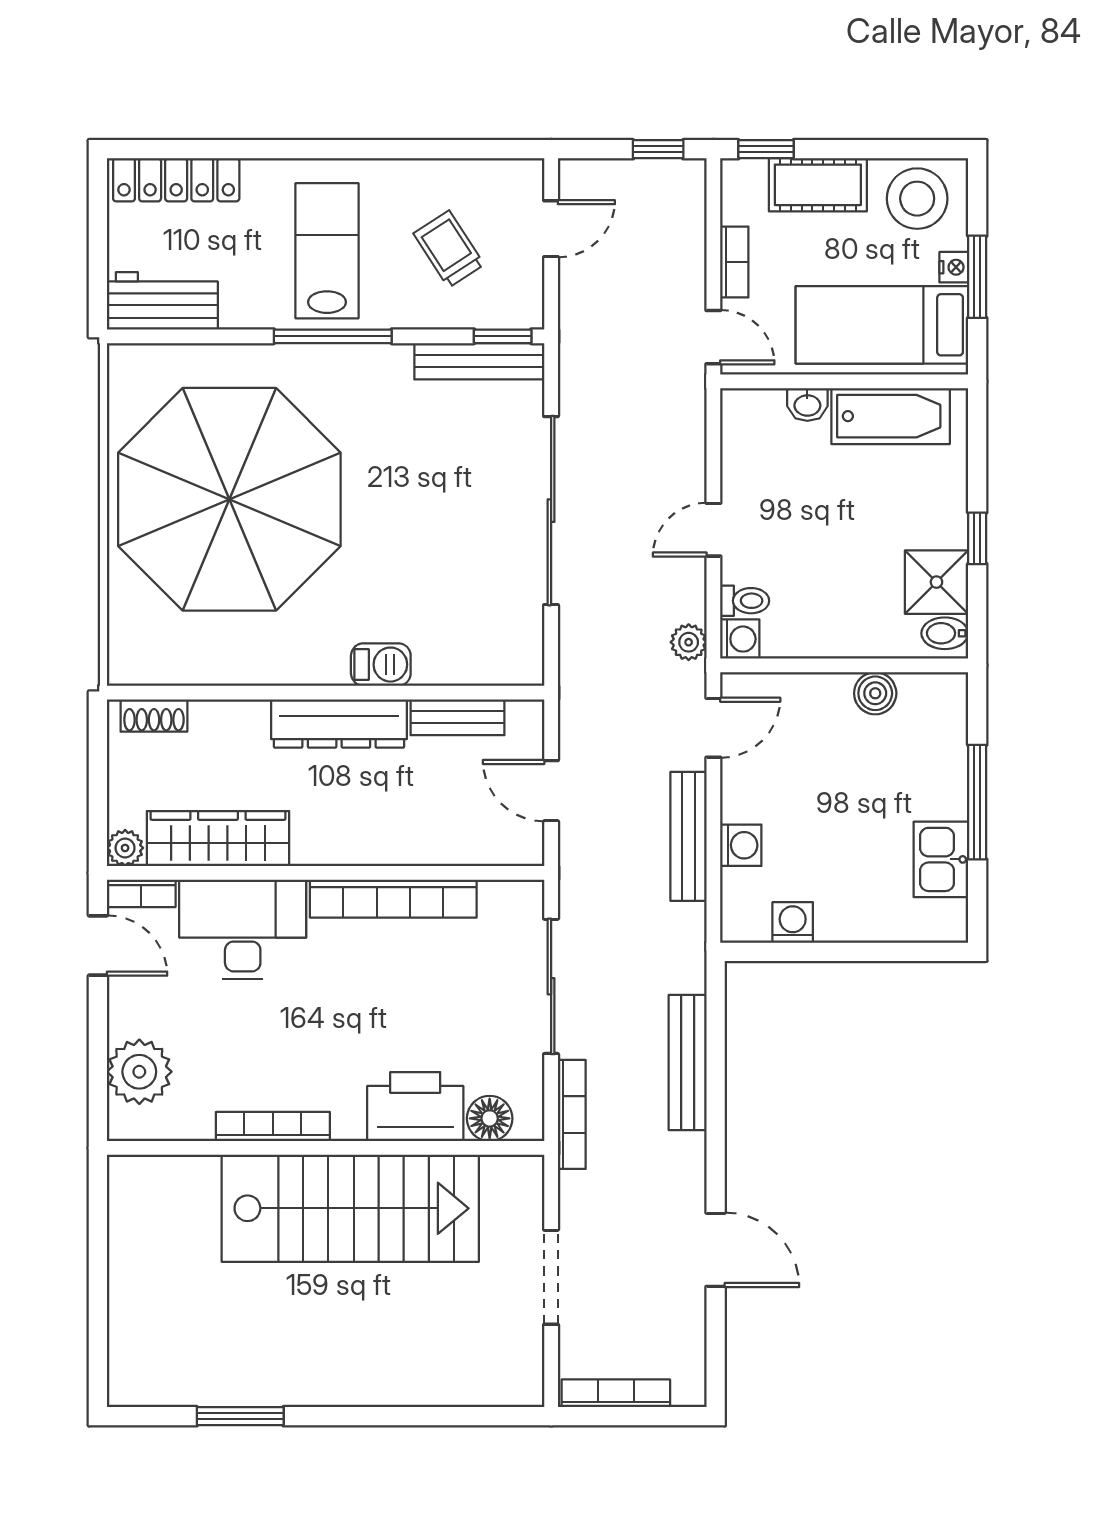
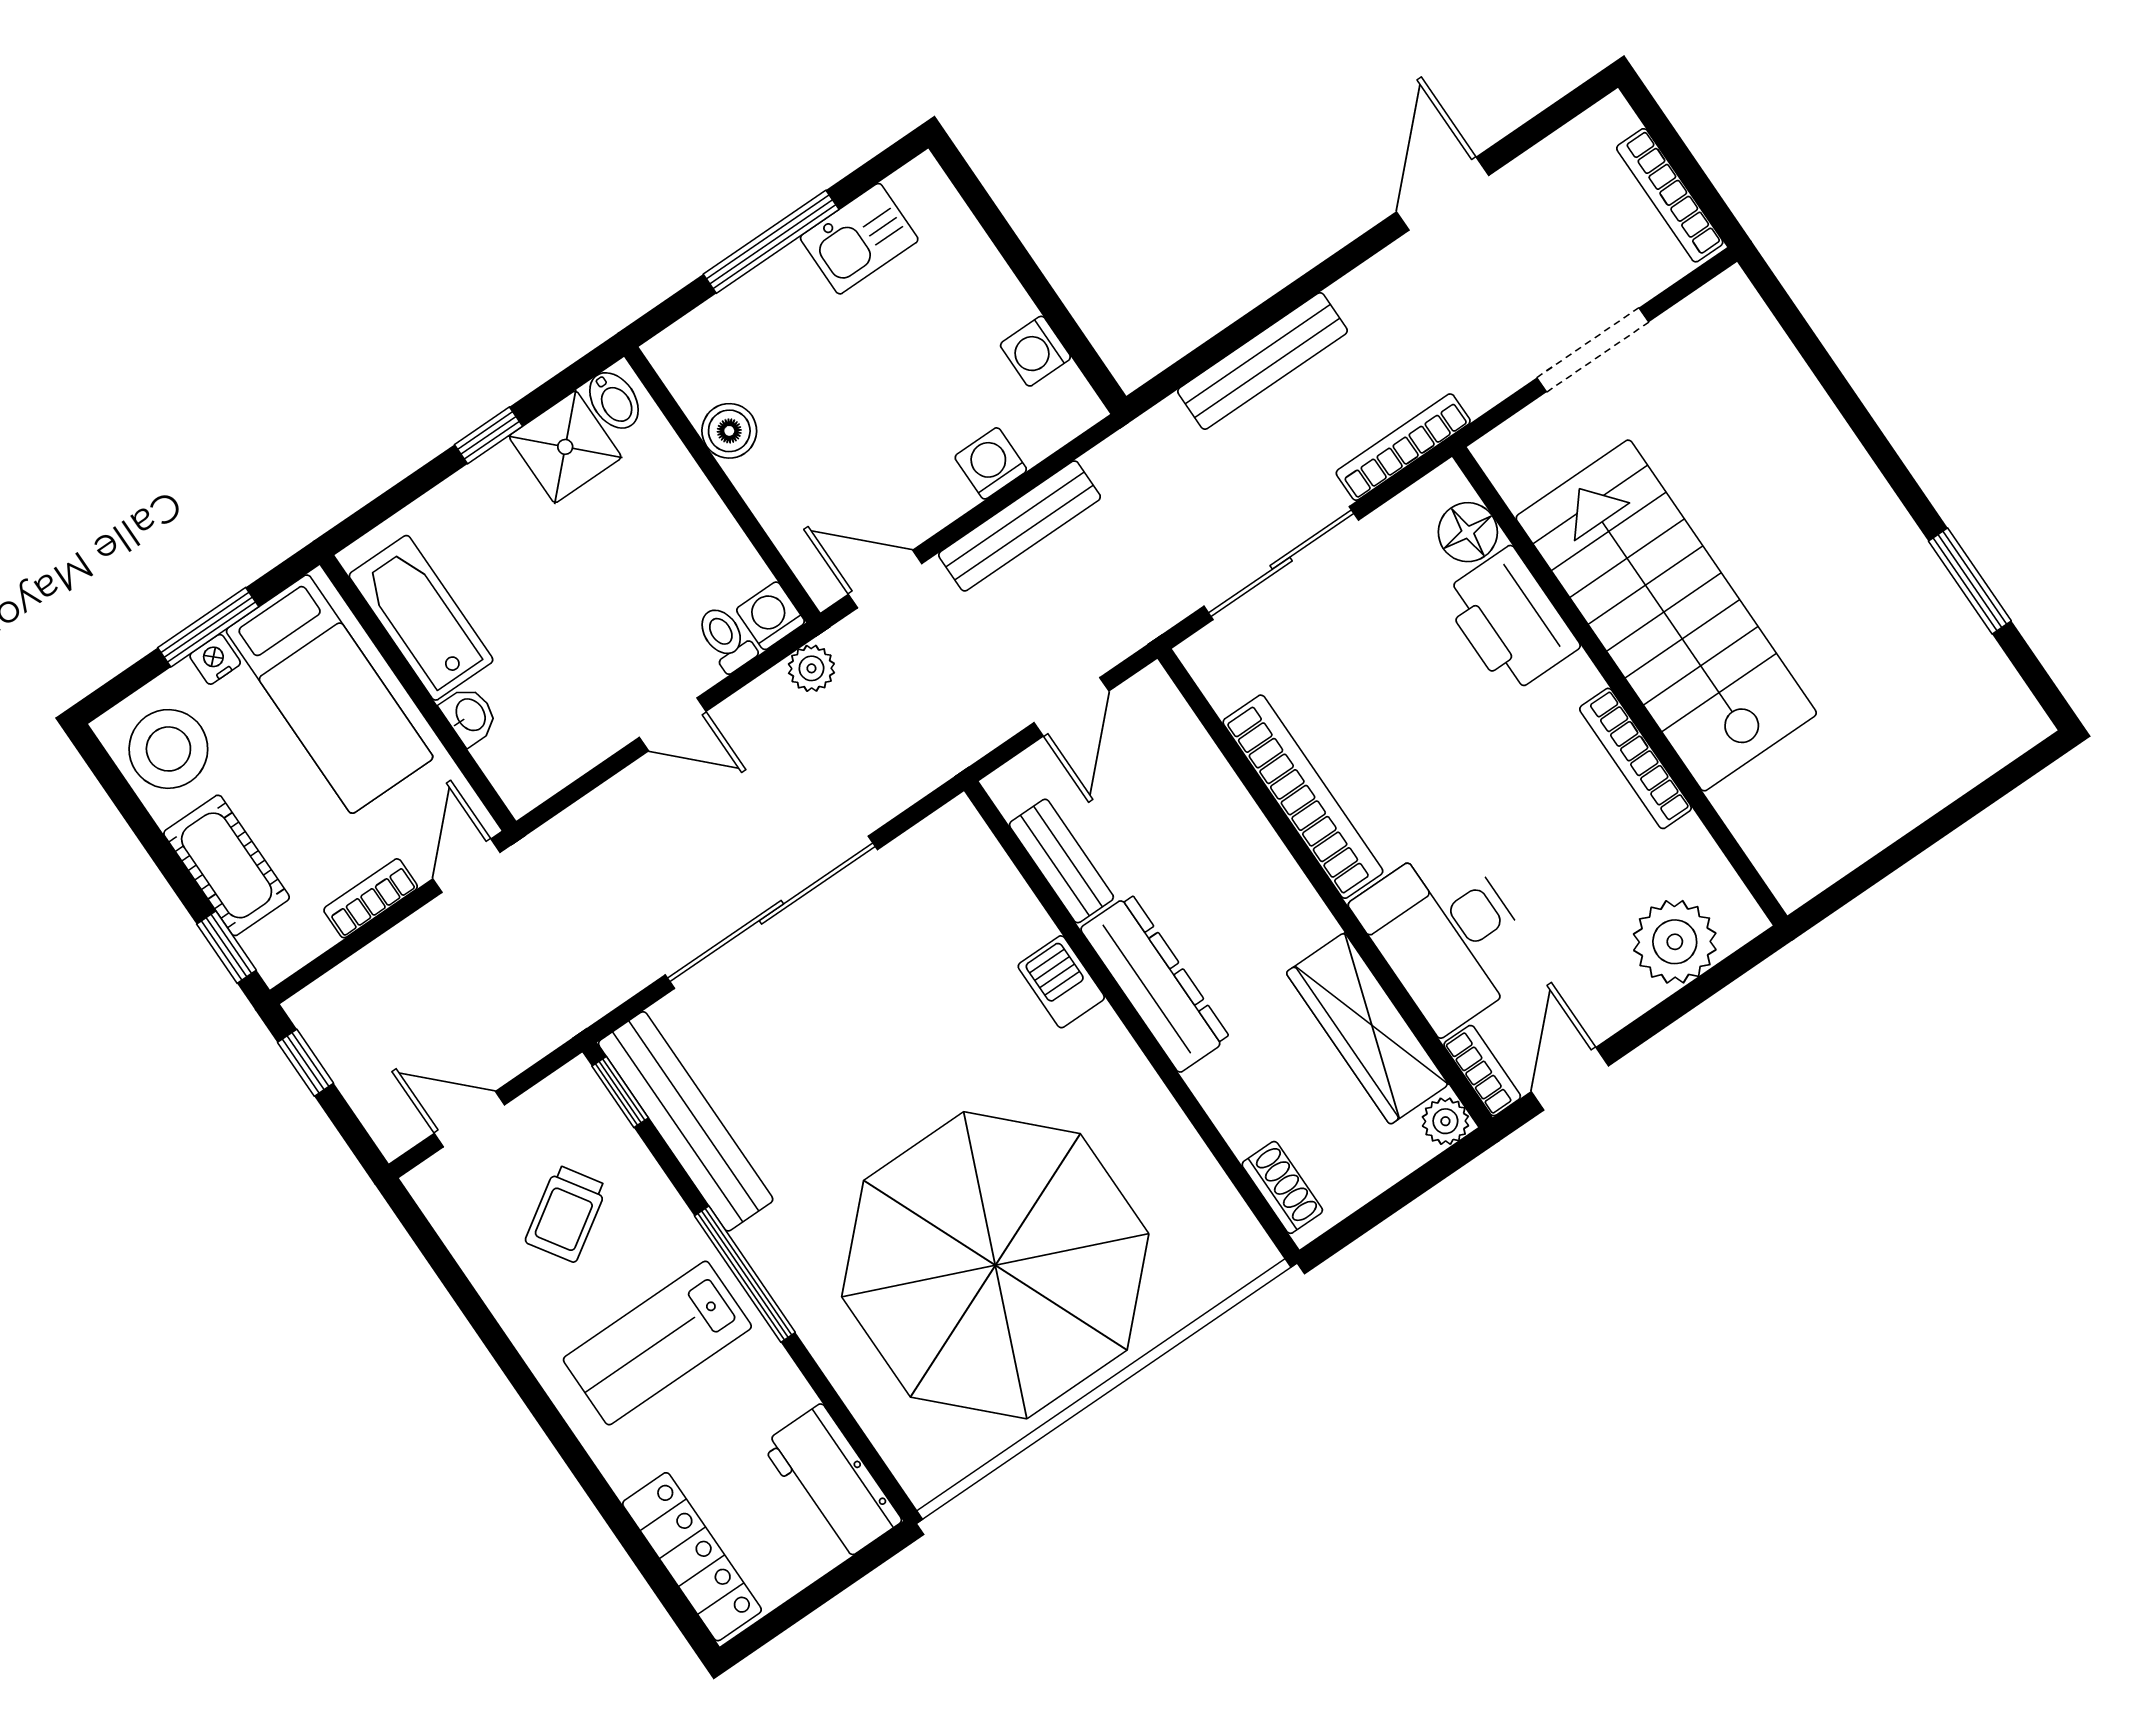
bench: (479, 361) -> (686, 1121), width x1.37, depth x1.21

